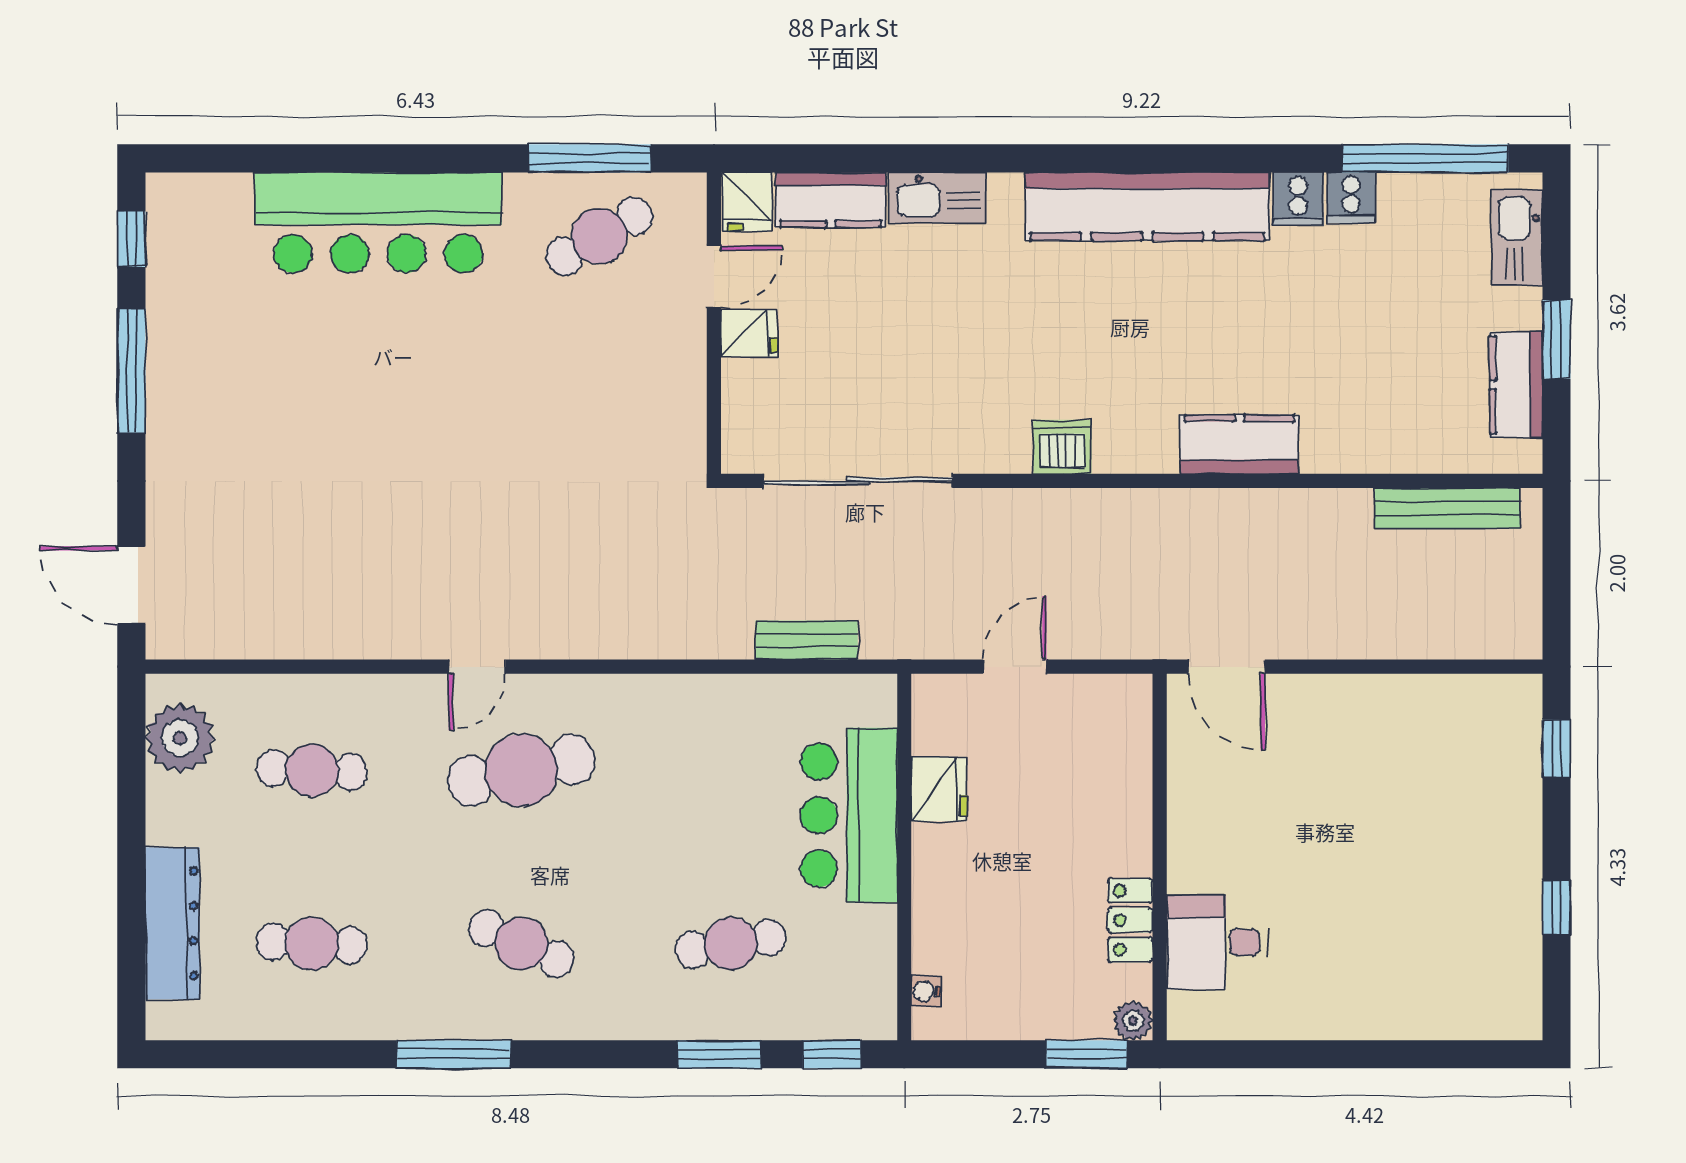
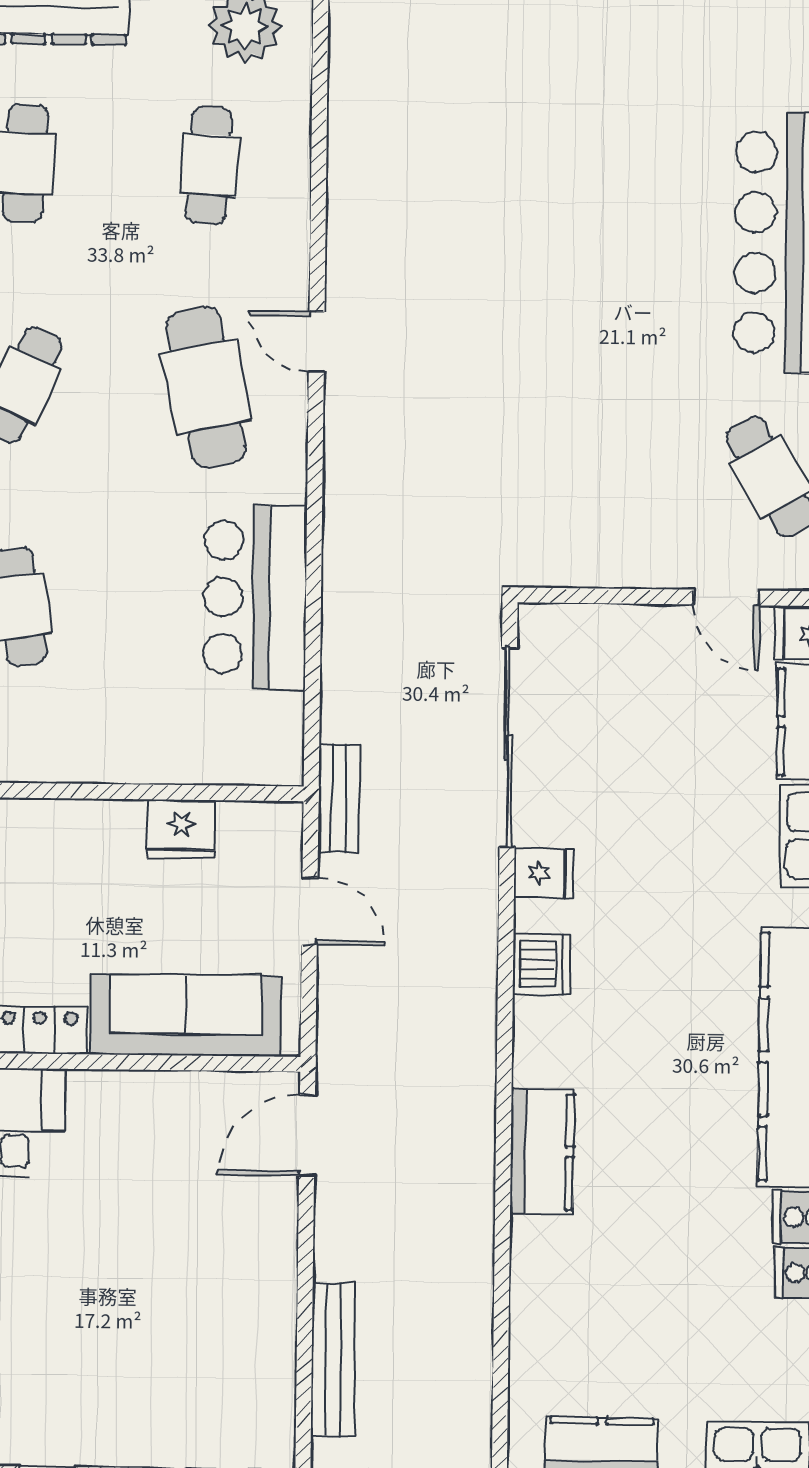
fridge: (749, 333) -> (544, 873), moved, turned -90
bench: (1447, 508) -> (333, 1359), moved
bench: (807, 640) -> (339, 798), moved
sofa: (1115, 783) -> (185, 1015), added
bar counter: (849, 815) -> (255, 597), moved, turned -90

